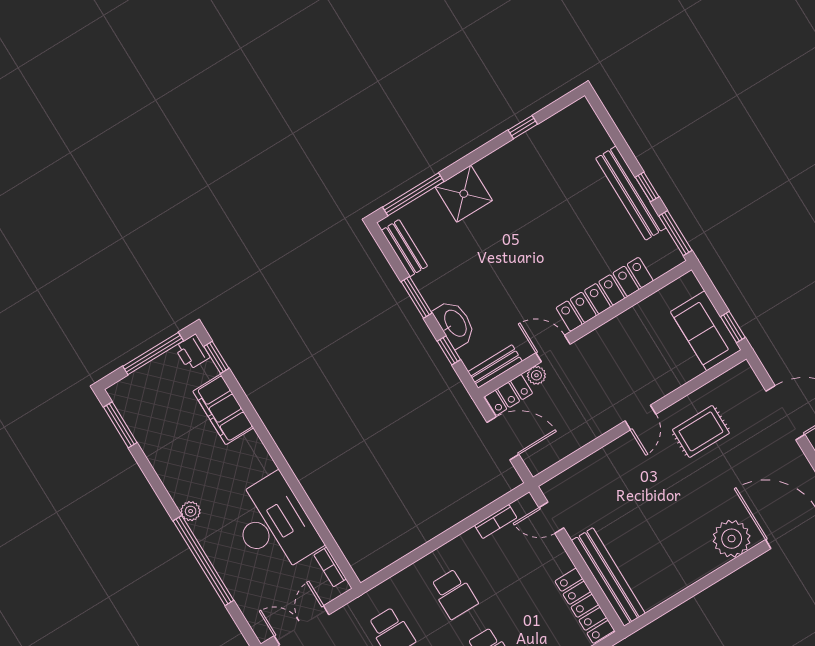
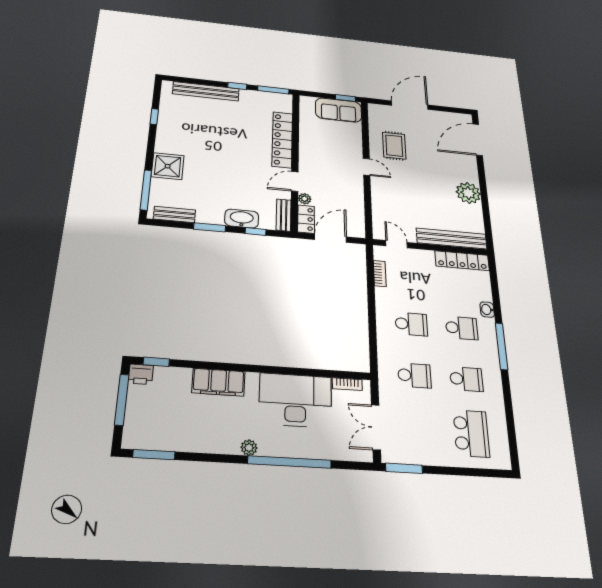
bench: (631, 193) -> (206, 91), moved
filing cabinet: (223, 409) -> (219, 382), moved
door: (551, 518) -> (397, 244), swing flipped
plant: (732, 539) -> (468, 193), moved

